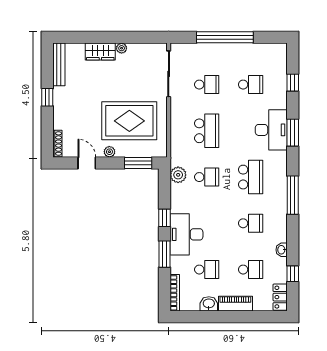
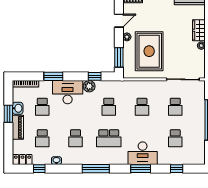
school desk: (207, 131) -> (142, 107), width x0.54
plant: (178, 175) -> (89, 86), moved
window: (164, 218) -> (95, 76), moved
window: (216, 317) -> (8, 114), added

